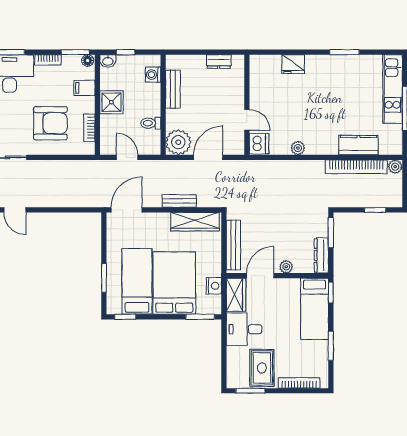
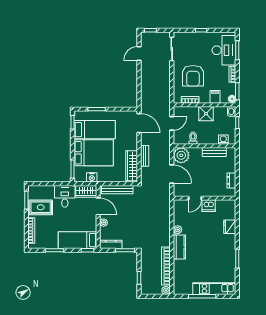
dishwasher: (259, 144) -> (209, 206), moved
kitchen counter: (359, 145) -> (179, 247), moved

